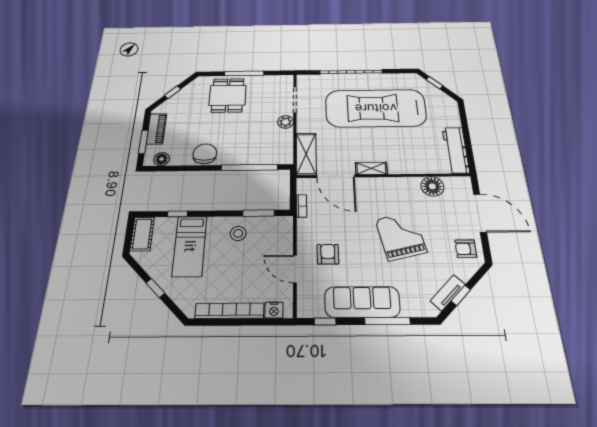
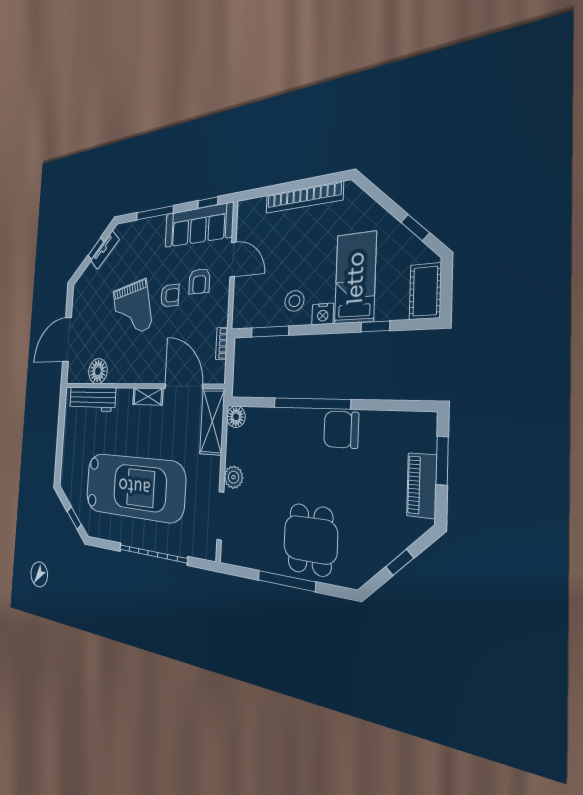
workbench: (456, 150) -> (92, 399), moved, turned 90
chair: (205, 154) -> (341, 430), turned 90
floor lamp: (162, 159) -> (236, 417), moved
window: (249, 168) -> (311, 403), moved
door: (480, 213) -> (67, 339), hinge flipped
armchair: (466, 249) -> (170, 295), moved
window: (155, 288) -> (415, 228), moved
sofa: (362, 302) -> (198, 225), moved
nightstand: (274, 310) -> (323, 314), moved, turned 180

